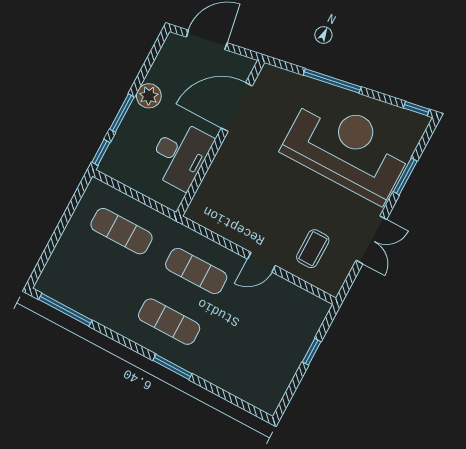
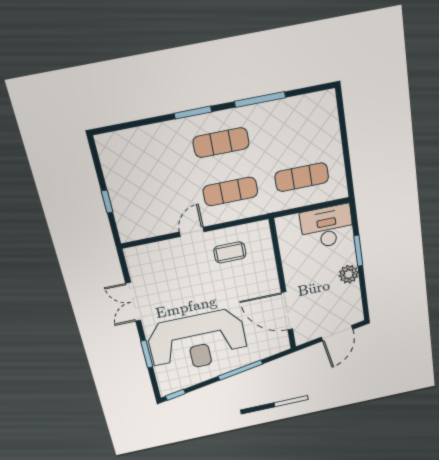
door: (237, 107) -> (287, 311), swing flipped
window: (101, 152) -> (354, 216), removed
desk: (180, 155) -> (327, 227), moved, turned 90
coffee table: (313, 249) -> (230, 252), moved, turned 90
window: (65, 310) -> (260, 99), moved

